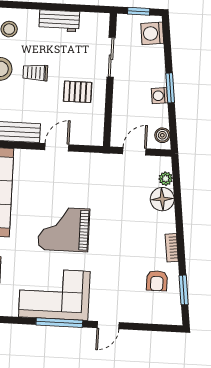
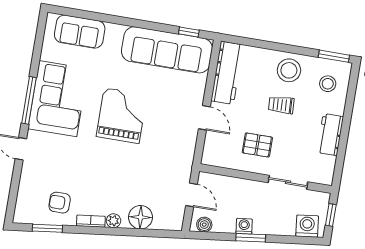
trolley: (35, 73) -> (281, 105), turned -93
pallet: (78, 92) -> (257, 145), turned 90
plant: (166, 179) -> (113, 221), moved

